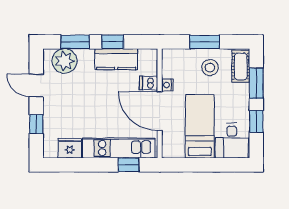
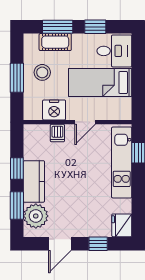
kitchen counter: (116, 59) -> (34, 181), moved
cot: (241, 66) -> (55, 42), moved
nightstand: (167, 85) -> (54, 110), width x1.89, depth x1.79
door: (160, 111) -> (85, 122), width x0.53
fridge: (70, 148) -> (122, 225), moved

